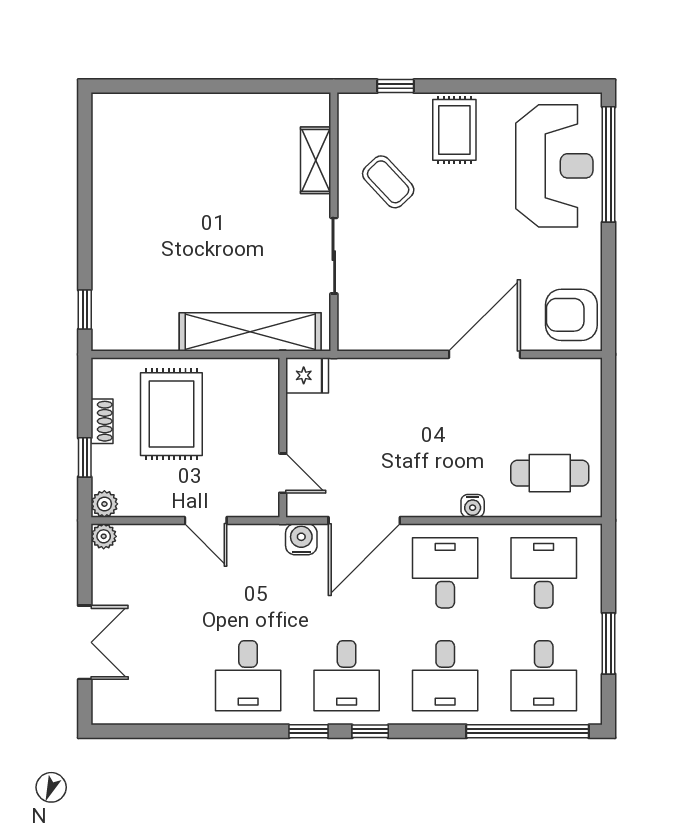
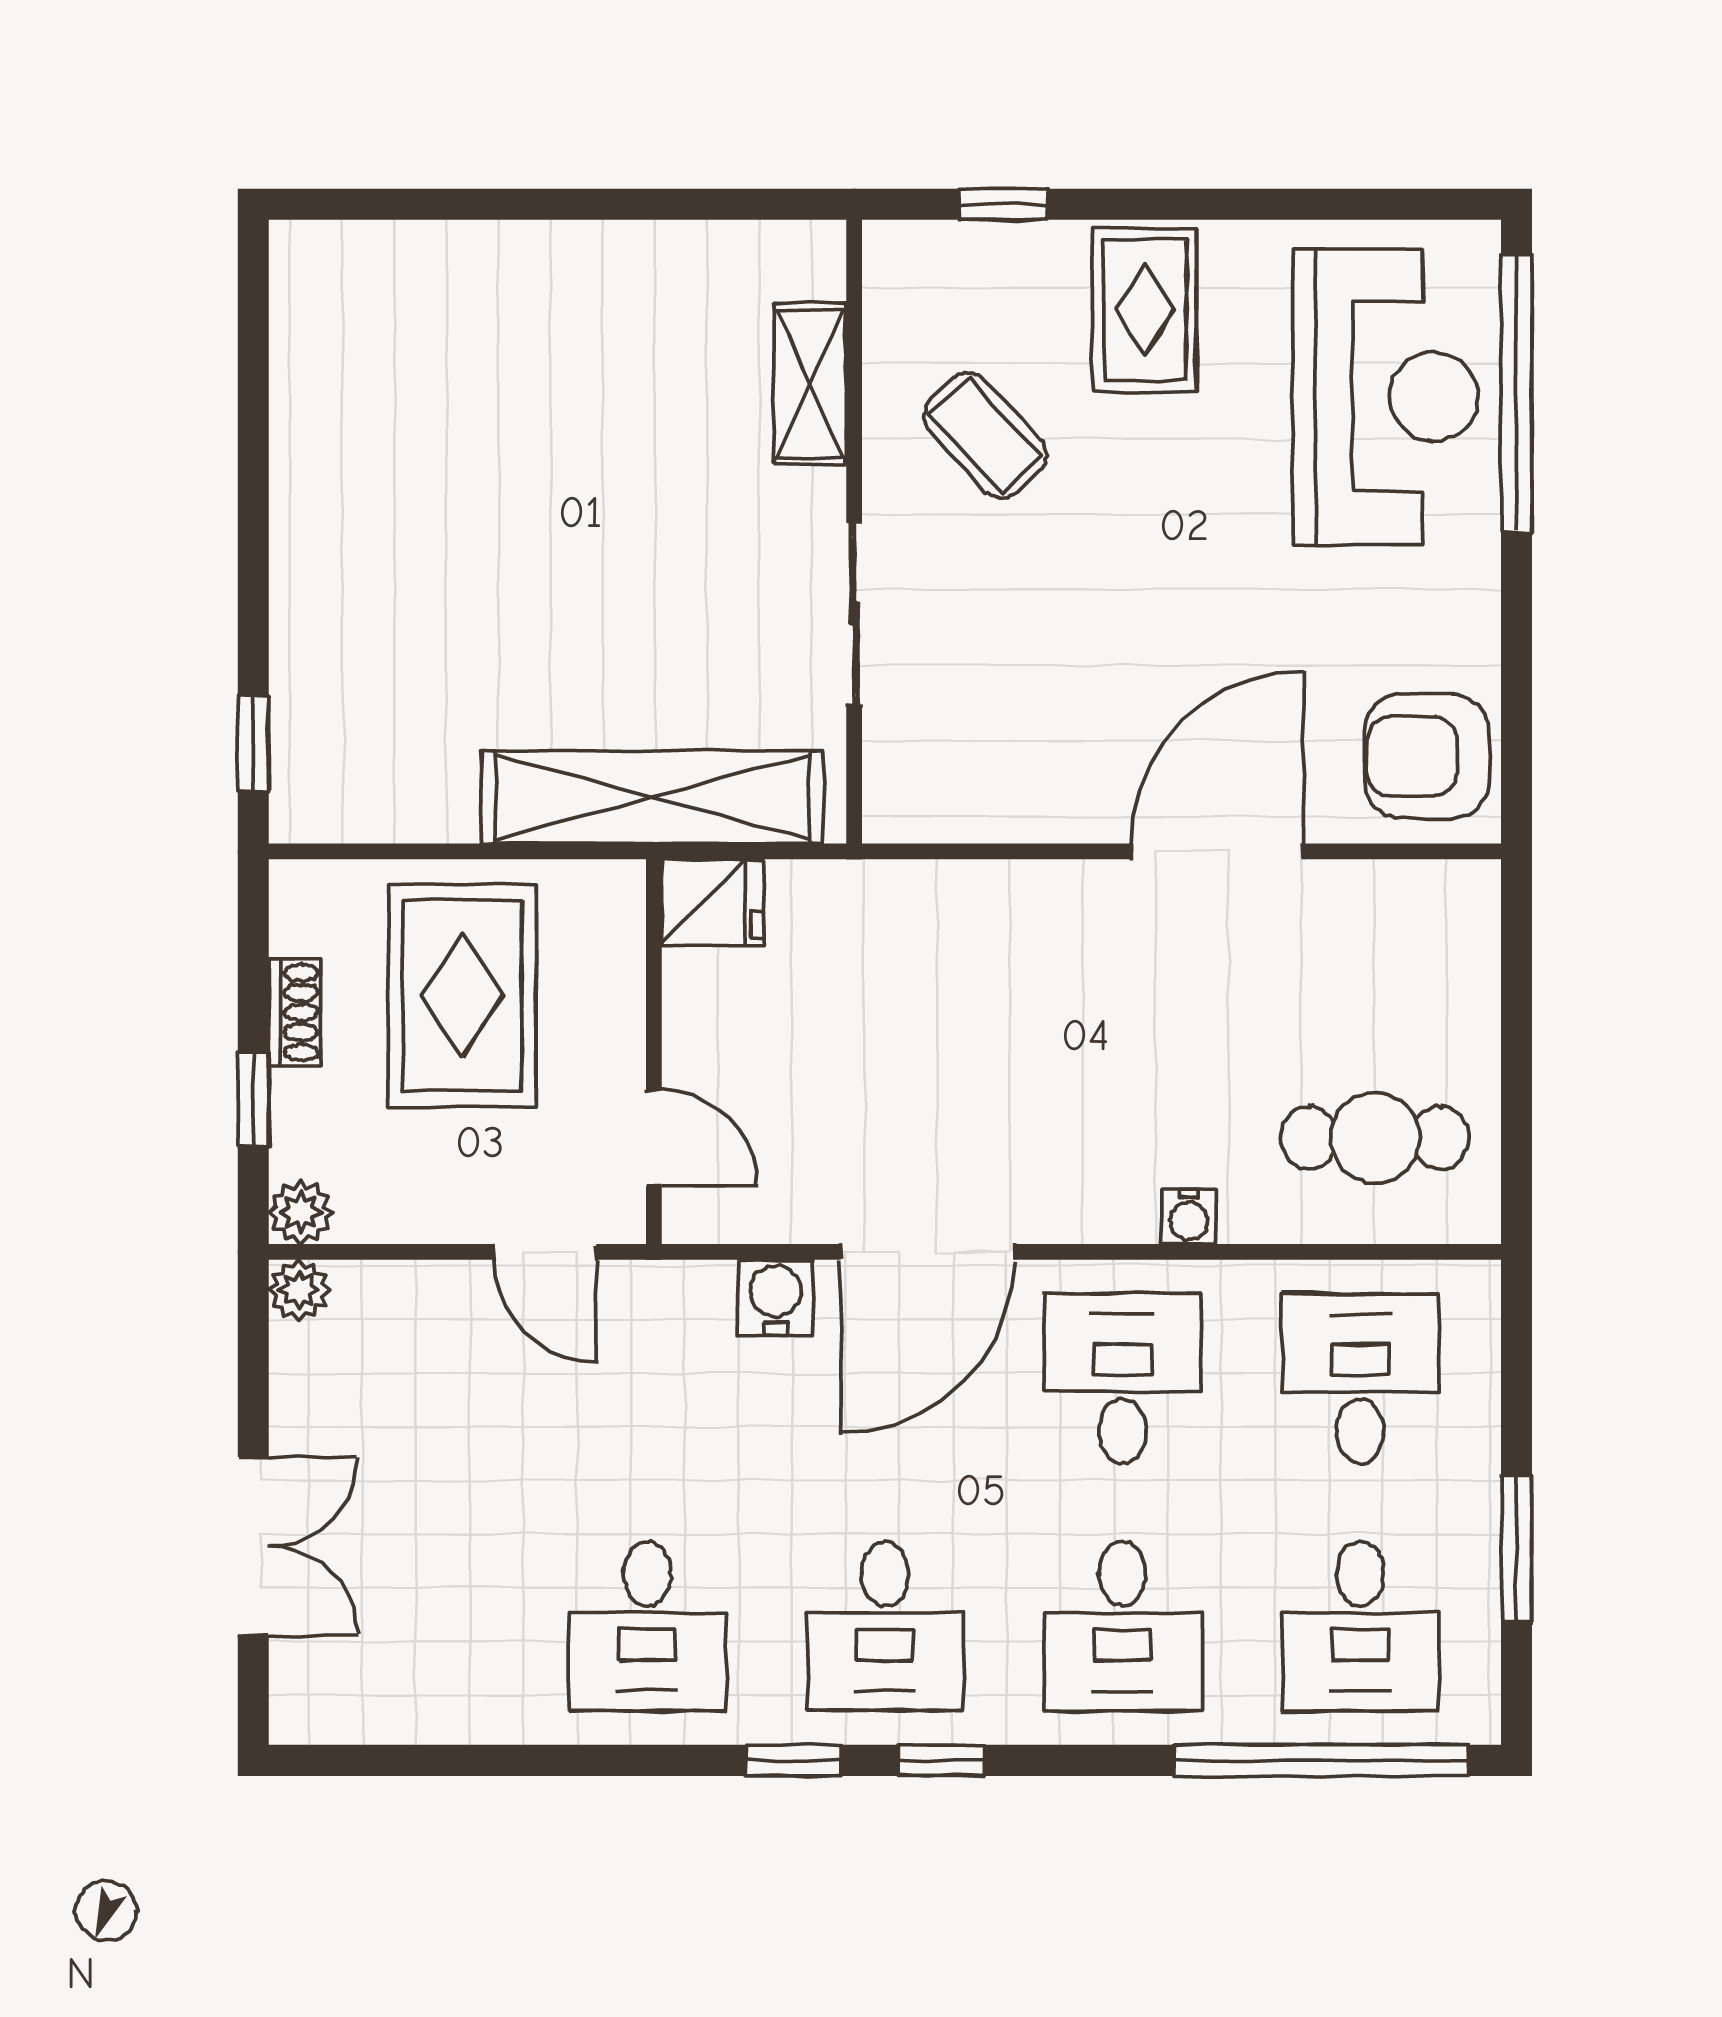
fridge: (307, 375) -> (713, 902), moved
wall: (283, 437) -> (654, 1052), moved
door: (283, 473) -> (654, 1138), moved

